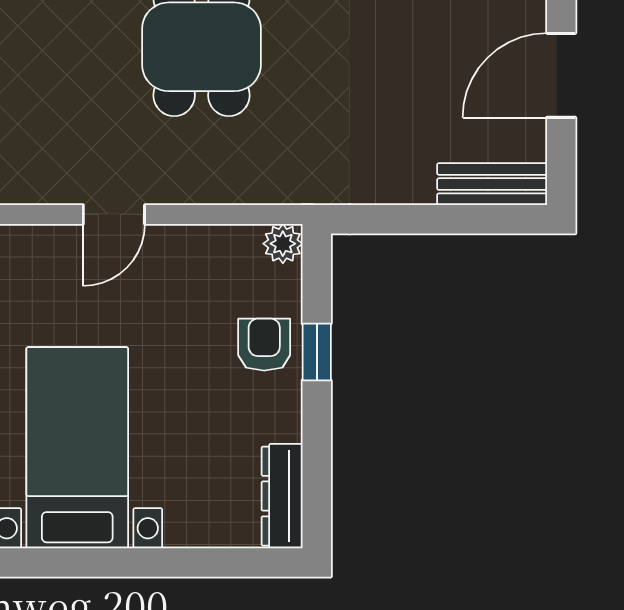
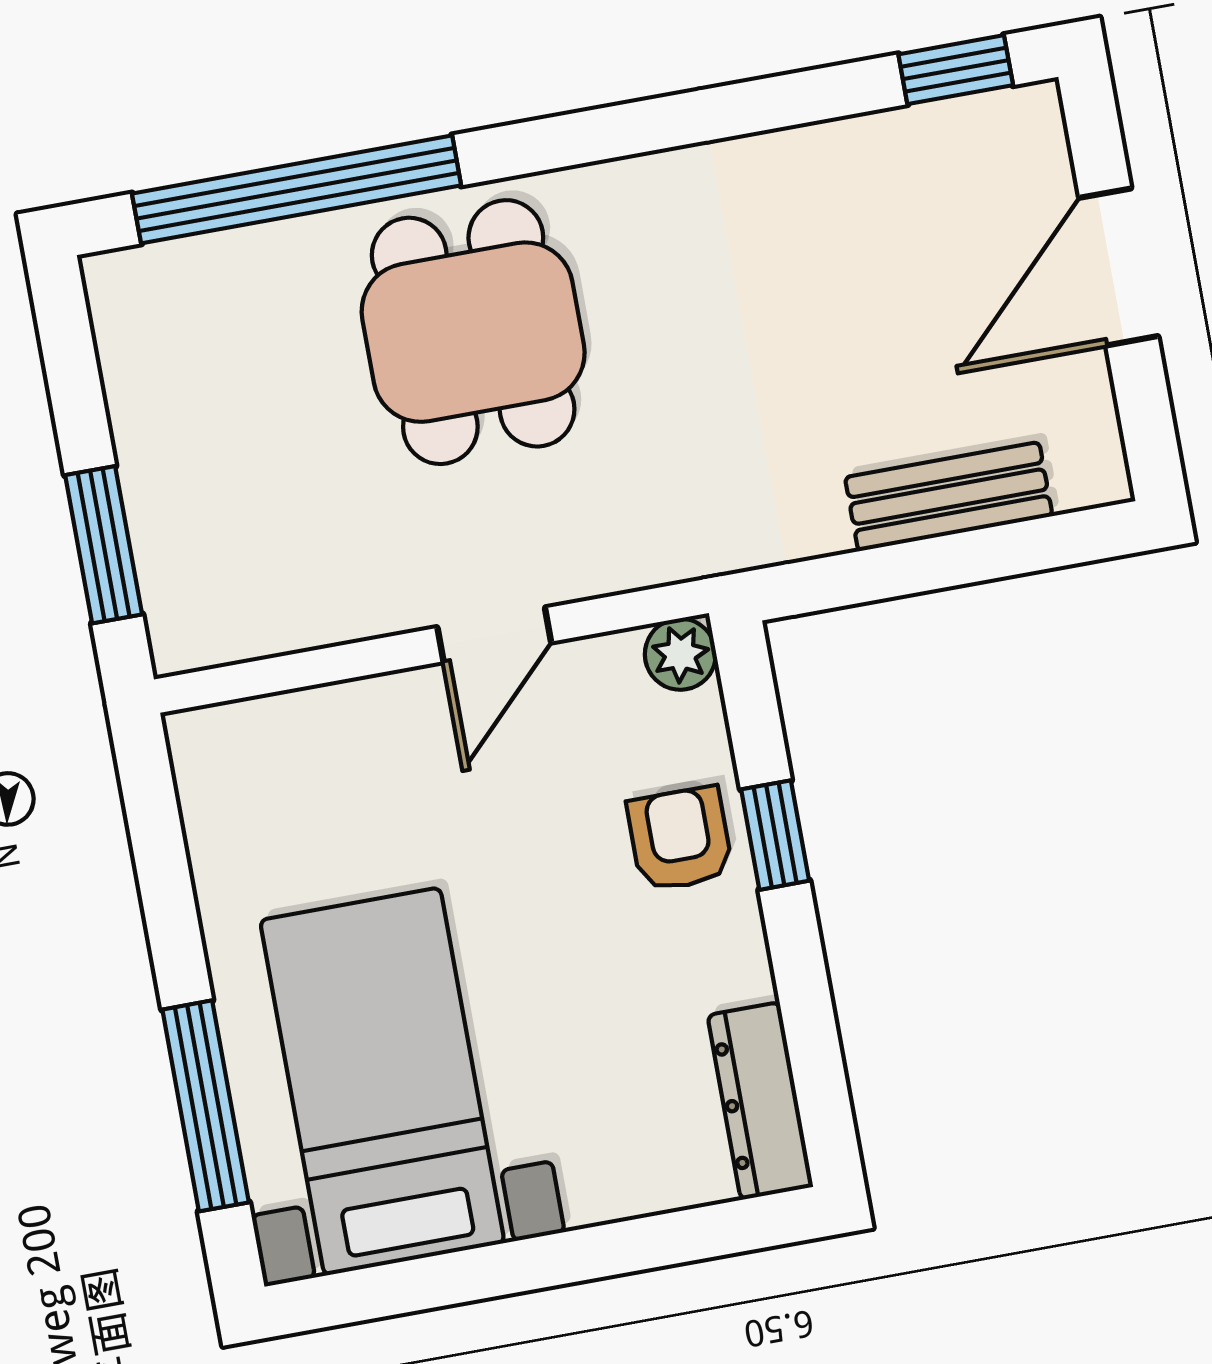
bench: (492, 184) -> (949, 497), moved
door: (114, 214) -> (494, 635), moved

